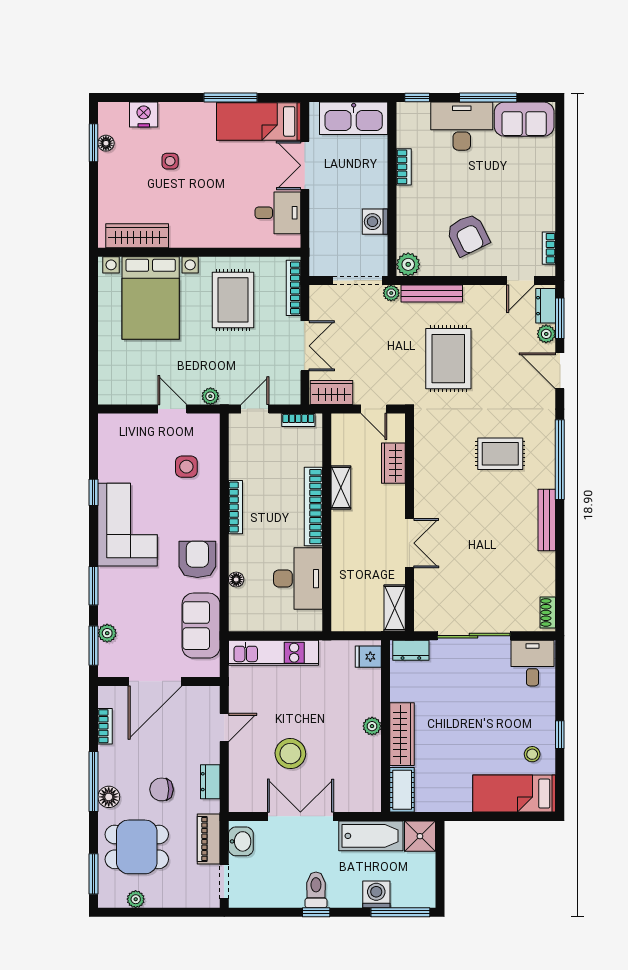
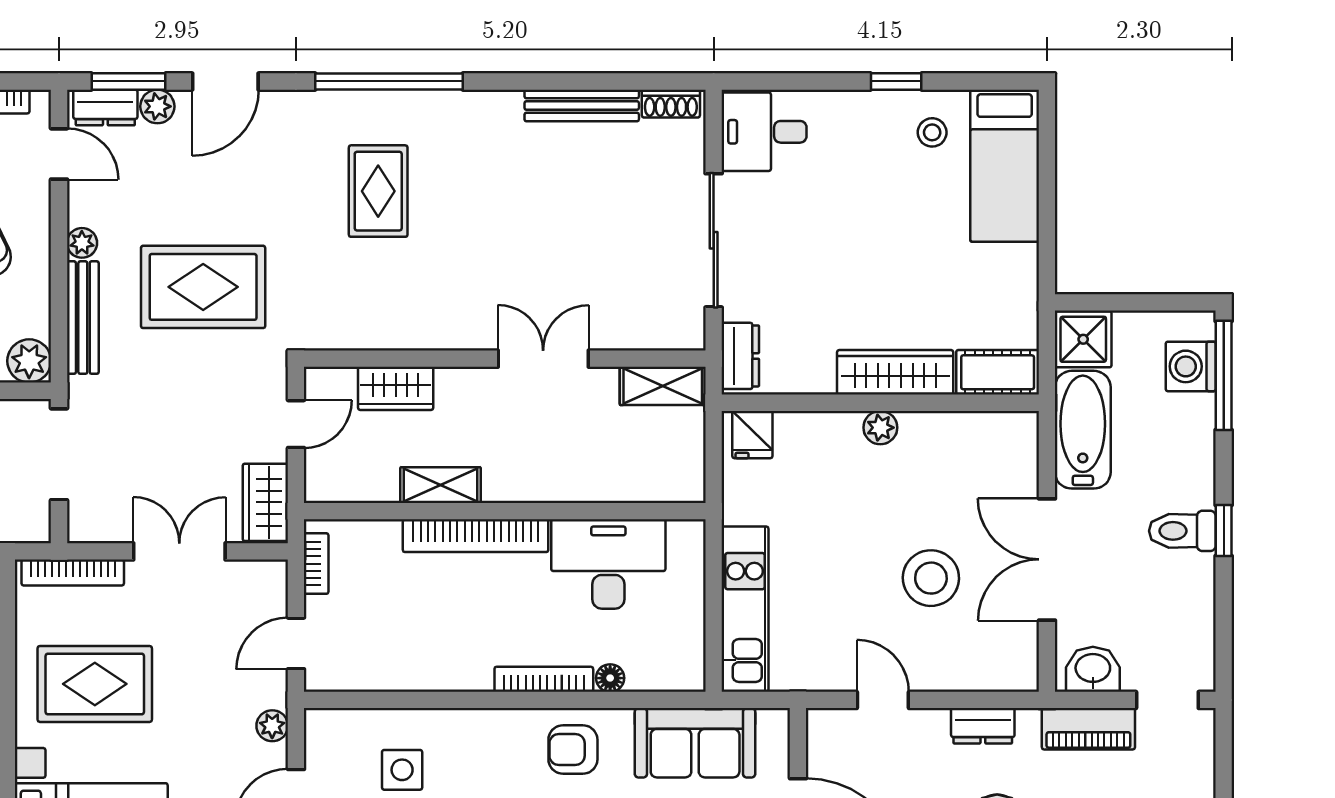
plant: (391, 293) -> (82, 243), moved
door: (255, 409) -> (296, 643), hinge flipped
bookcase: (235, 507) -> (544, 679), moved
bench: (547, 520) -> (582, 106), moved
armchair: (197, 559) -> (573, 750), width x0.72, depth x0.72
washing machine: (376, 894) -> (1191, 366), moved

